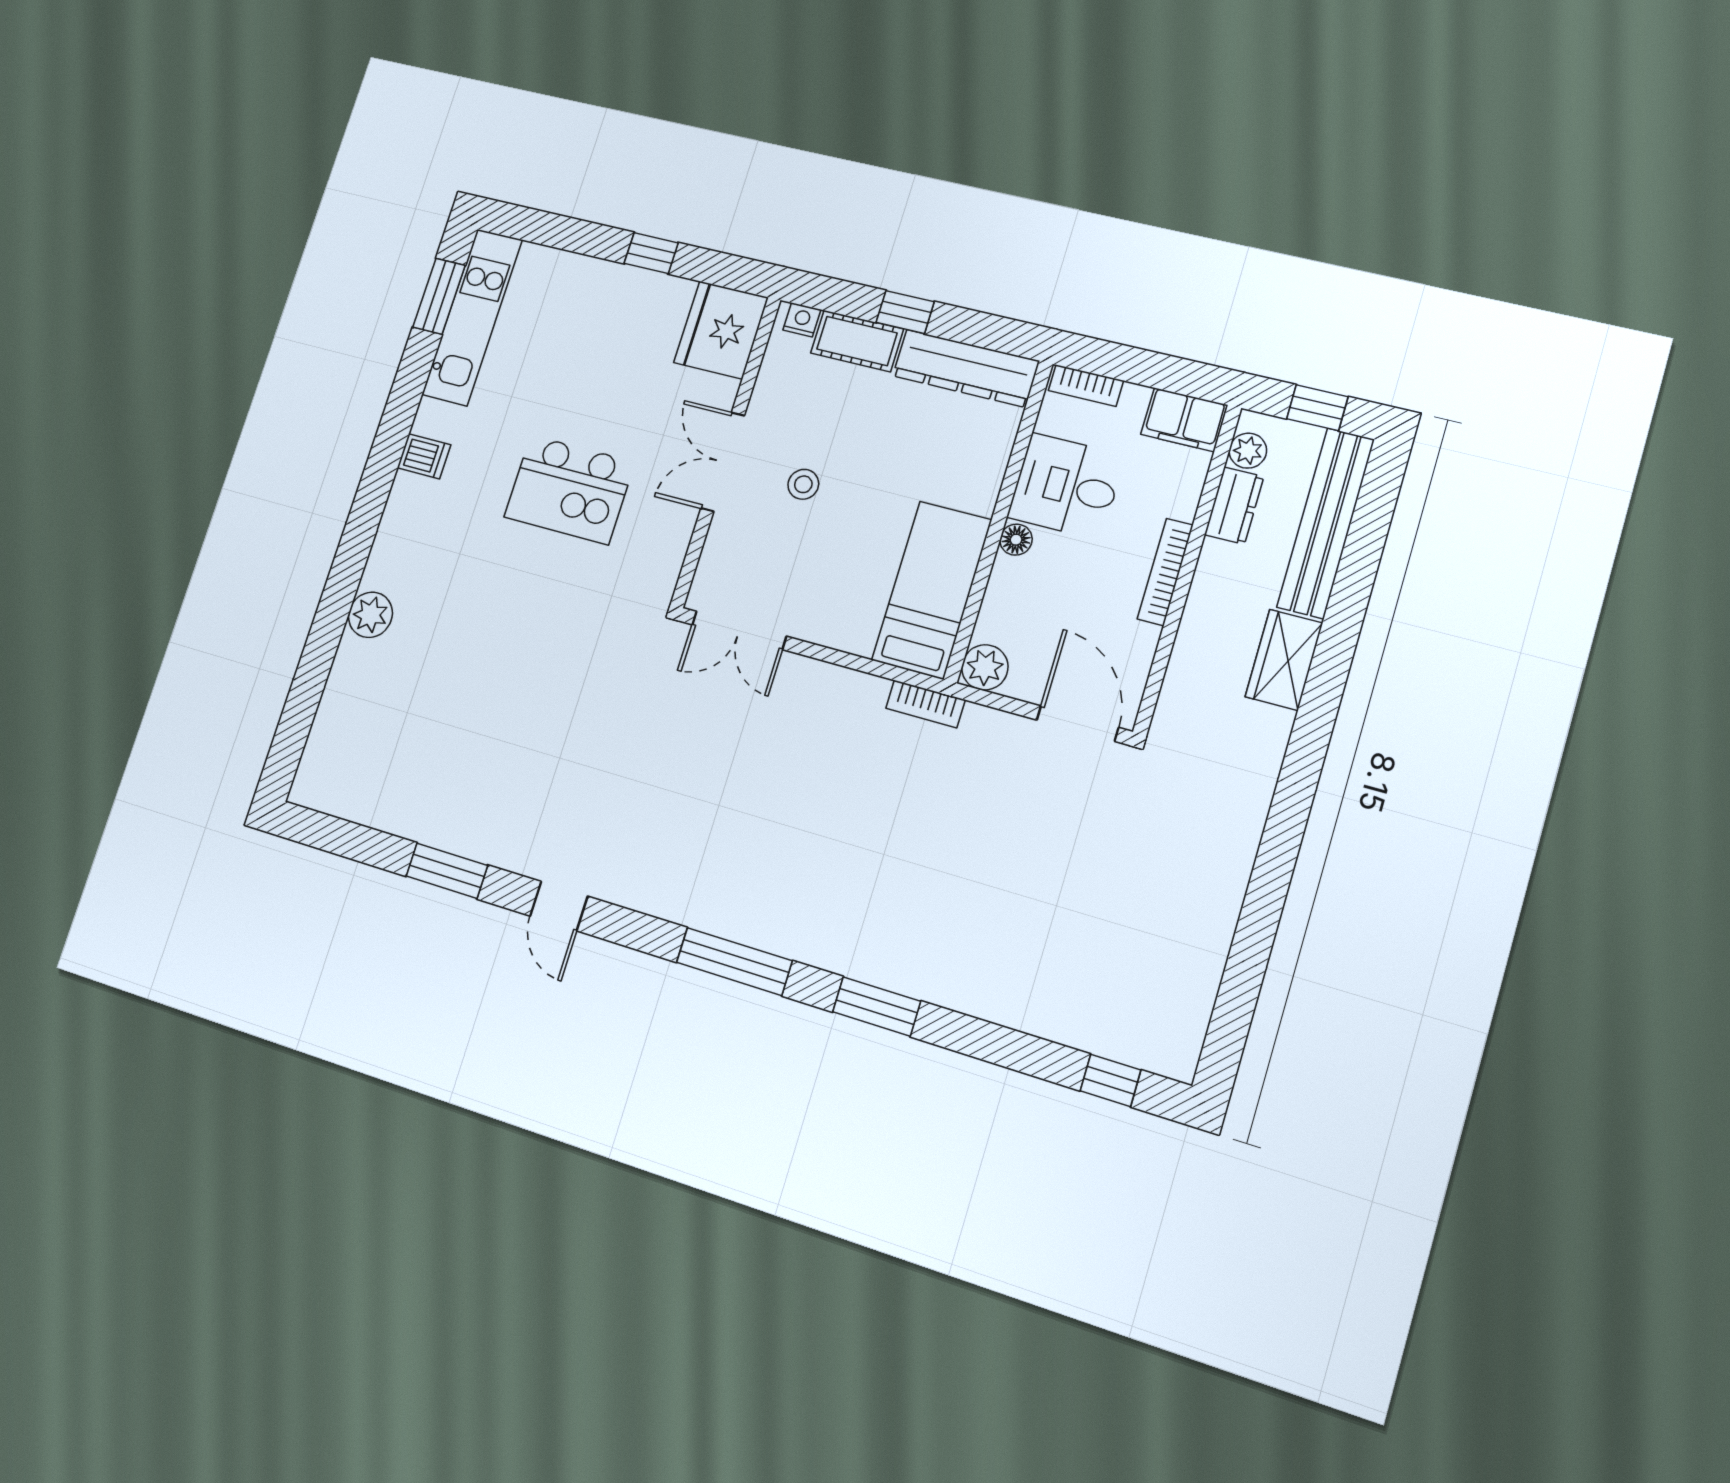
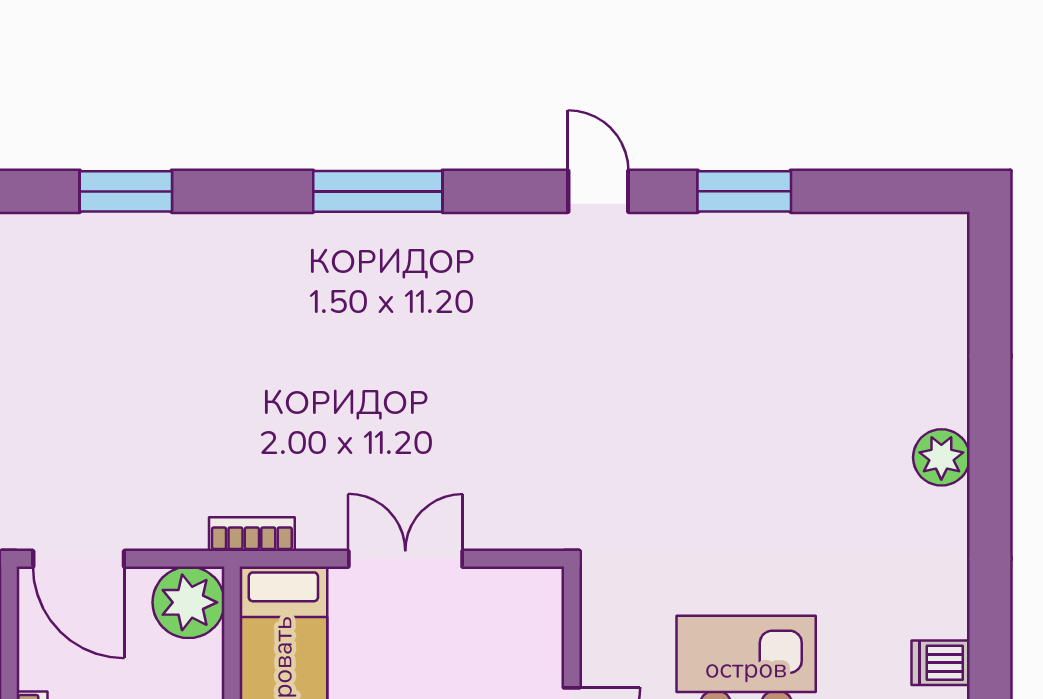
double door: (739, 630) -> (405, 559), moved
plant: (985, 667) -> (189, 602), width x1.36, depth x1.36
window: (877, 1006) -> (126, 191), moved

